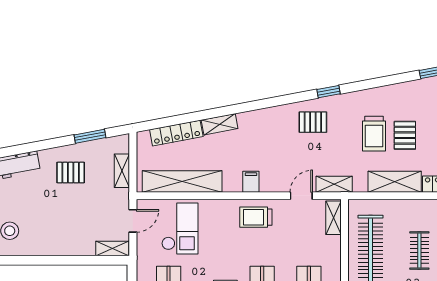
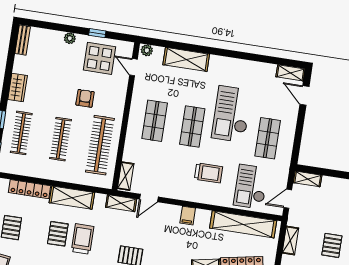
pallet: (71, 173) -> (332, 245), turned 90
trolley: (256, 217) -> (208, 173), moved
clothes rail: (419, 251) -> (61, 139), width x1.36

